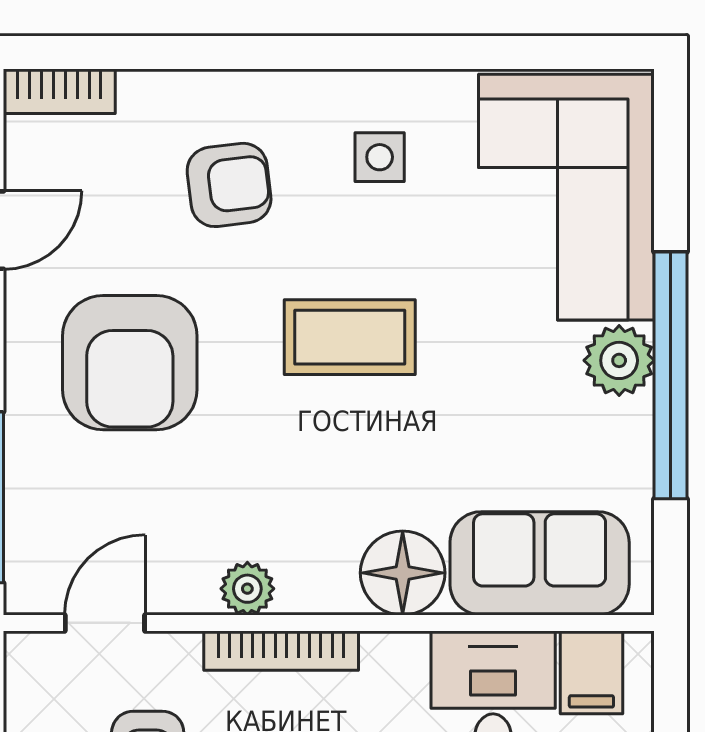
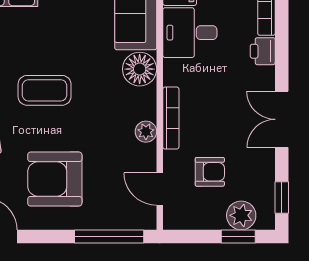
coffee table: (350, 337) -> (45, 90), turned 90
armchair: (130, 363) -> (55, 179), turned 180

